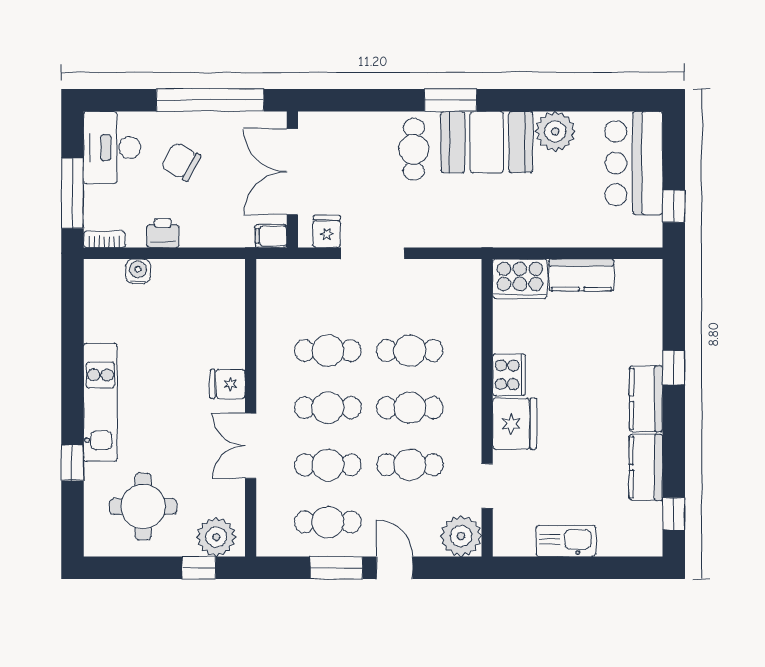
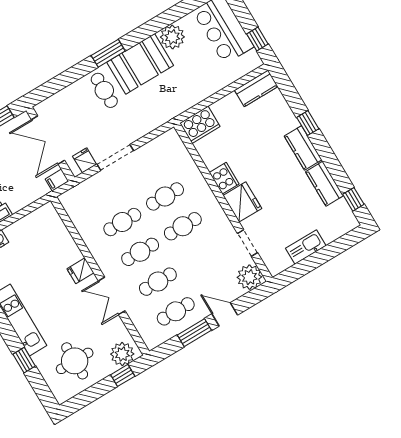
kitchen counter: (581, 275) -> (256, 88), moved
cafe table: (410, 465) -> (201, 256), removed

